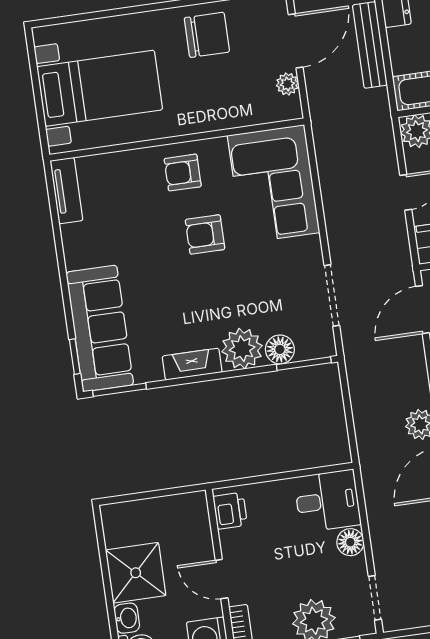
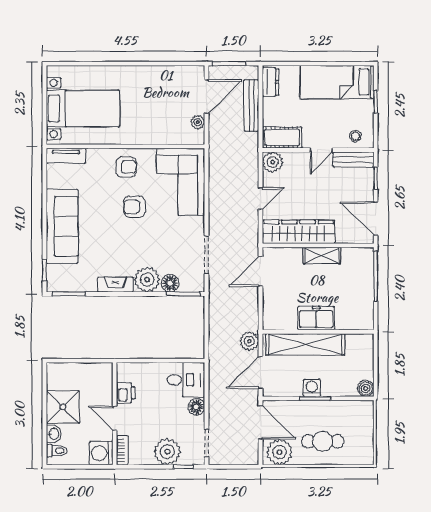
chair: (207, 35) -> (153, 85), removed
armchair: (183, 173) -> (126, 167), turned 180
tv unit: (66, 191) -> (66, 156), moved, turned 90
sofa: (100, 328) -> (62, 226), moved
printer: (230, 511) -> (126, 393), moved

